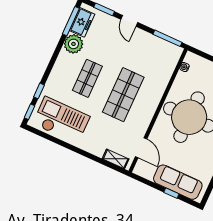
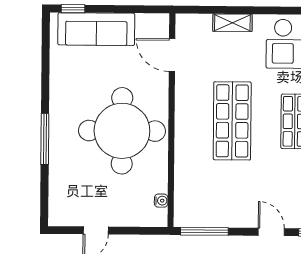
shelving: (116, 159) -> (232, 23), moved
window: (171, 193) -> (73, 9), moved

